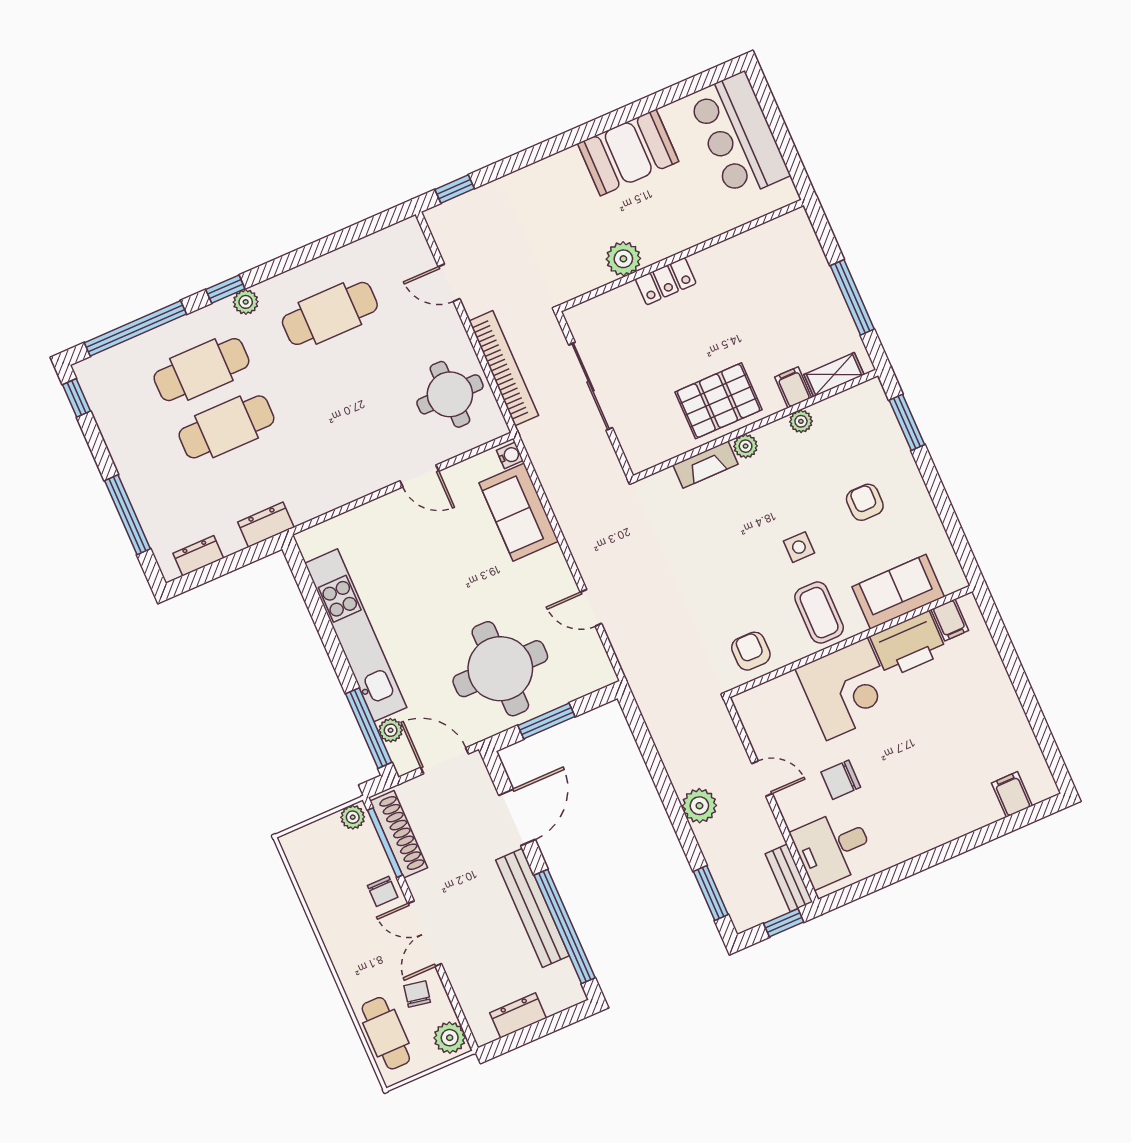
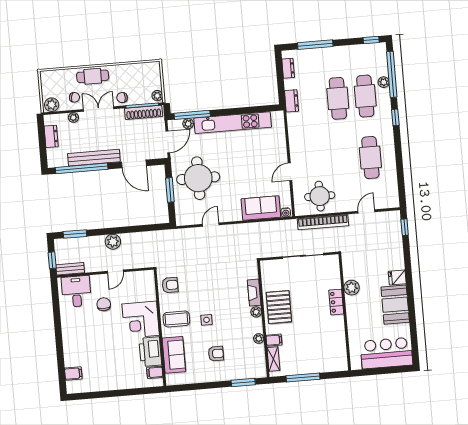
fridge: (568, 168) -> (397, 277), added
plant: (246, 302) -> (384, 82), moved
plant: (461, 982) -> (73, 117), added
cafe table: (386, 1033) -> (93, 76), moved

